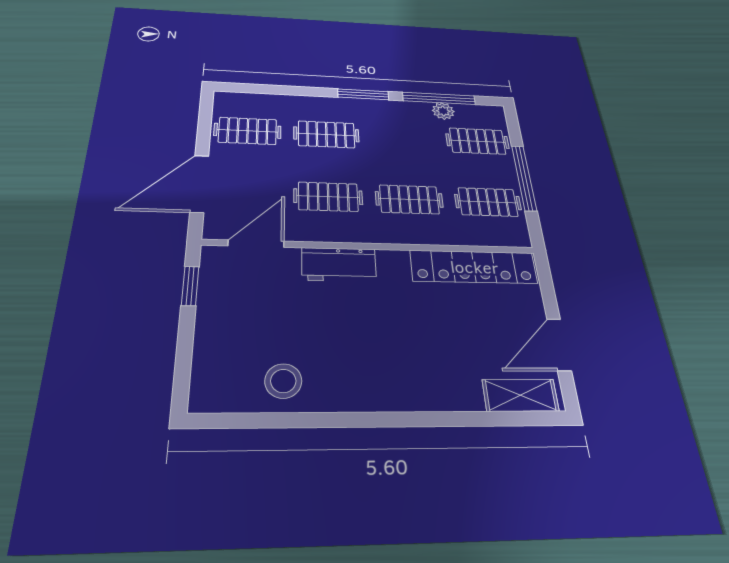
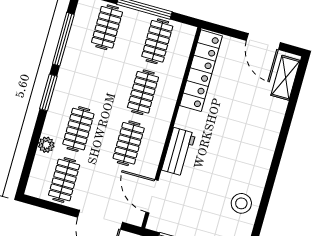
plant: (443, 111) -> (46, 145), moved

